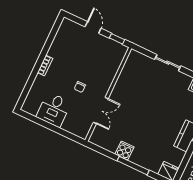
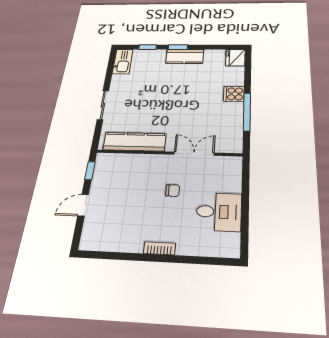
kitchen counter: (127, 75) -> (135, 142), added
cooker: (124, 151) -> (234, 94), moved
window: (133, 166) -> (247, 112), moved

